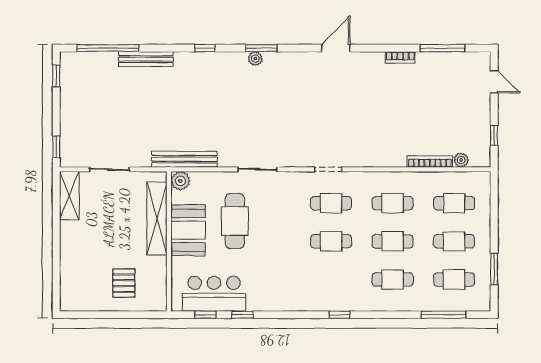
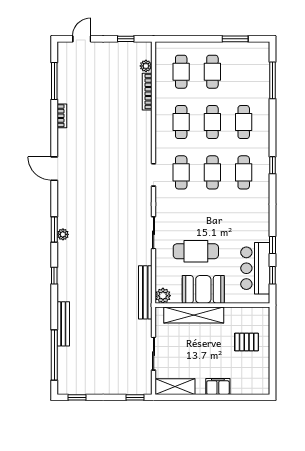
filing cabinet: (69, 248) -> (218, 386), added
cafe table: (454, 280) -> (244, 172), moved

